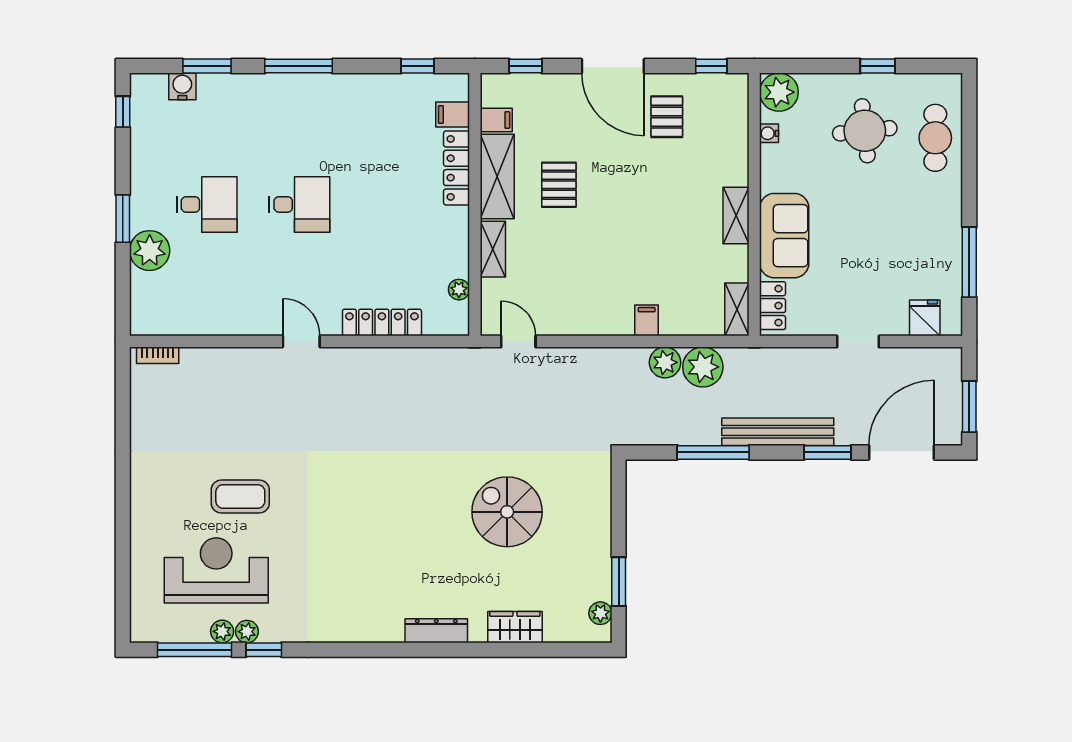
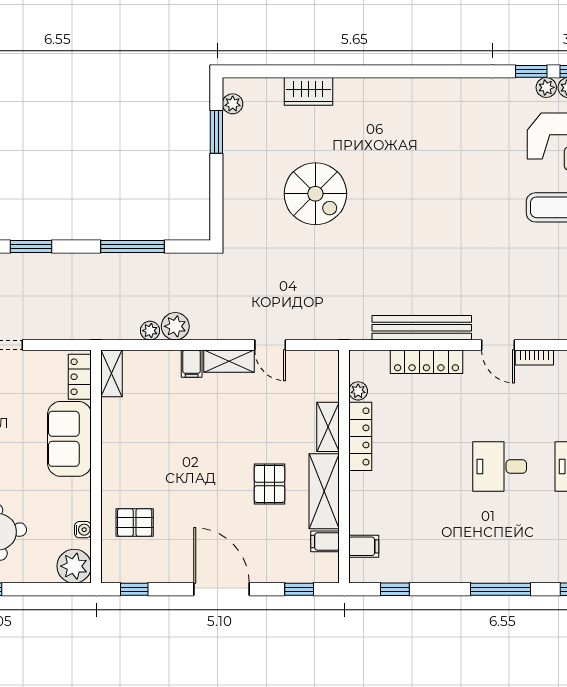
pallet: (667, 117) -> (135, 523), moved, turned 90
locker: (457, 168) -> (360, 436), moved
shelving: (736, 216) -> (229, 361), moved, turned 90
bookcase: (260, 327) -> (534, 357), added
door: (518, 341) -> (270, 345), moved
plant: (703, 367) -> (150, 331), width x0.53, depth x0.53
bench: (778, 432) -> (422, 328), moved
dresser: (436, 631) -> (378, 88), removed

